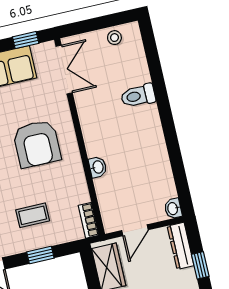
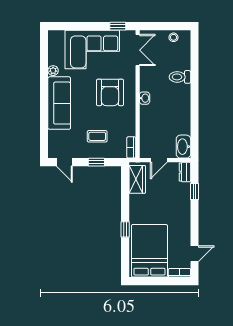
washbasin: (98, 167) -> (145, 98), moved
washbasin: (173, 209) -> (183, 147), width x1.91, depth x1.45
dresser: (181, 246) -> (185, 172), width x0.70

